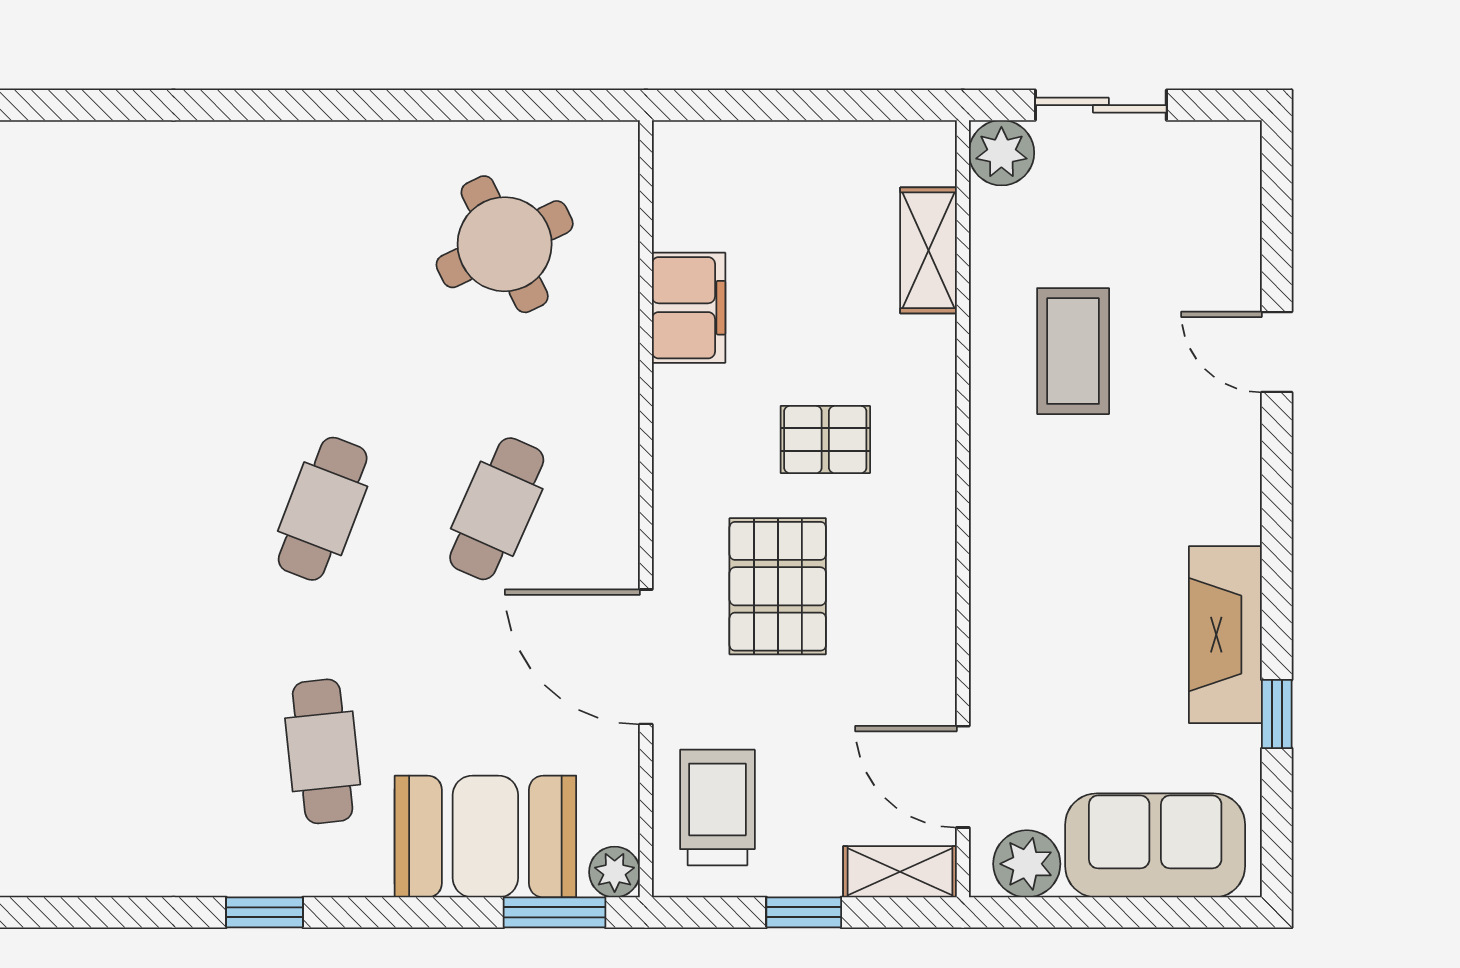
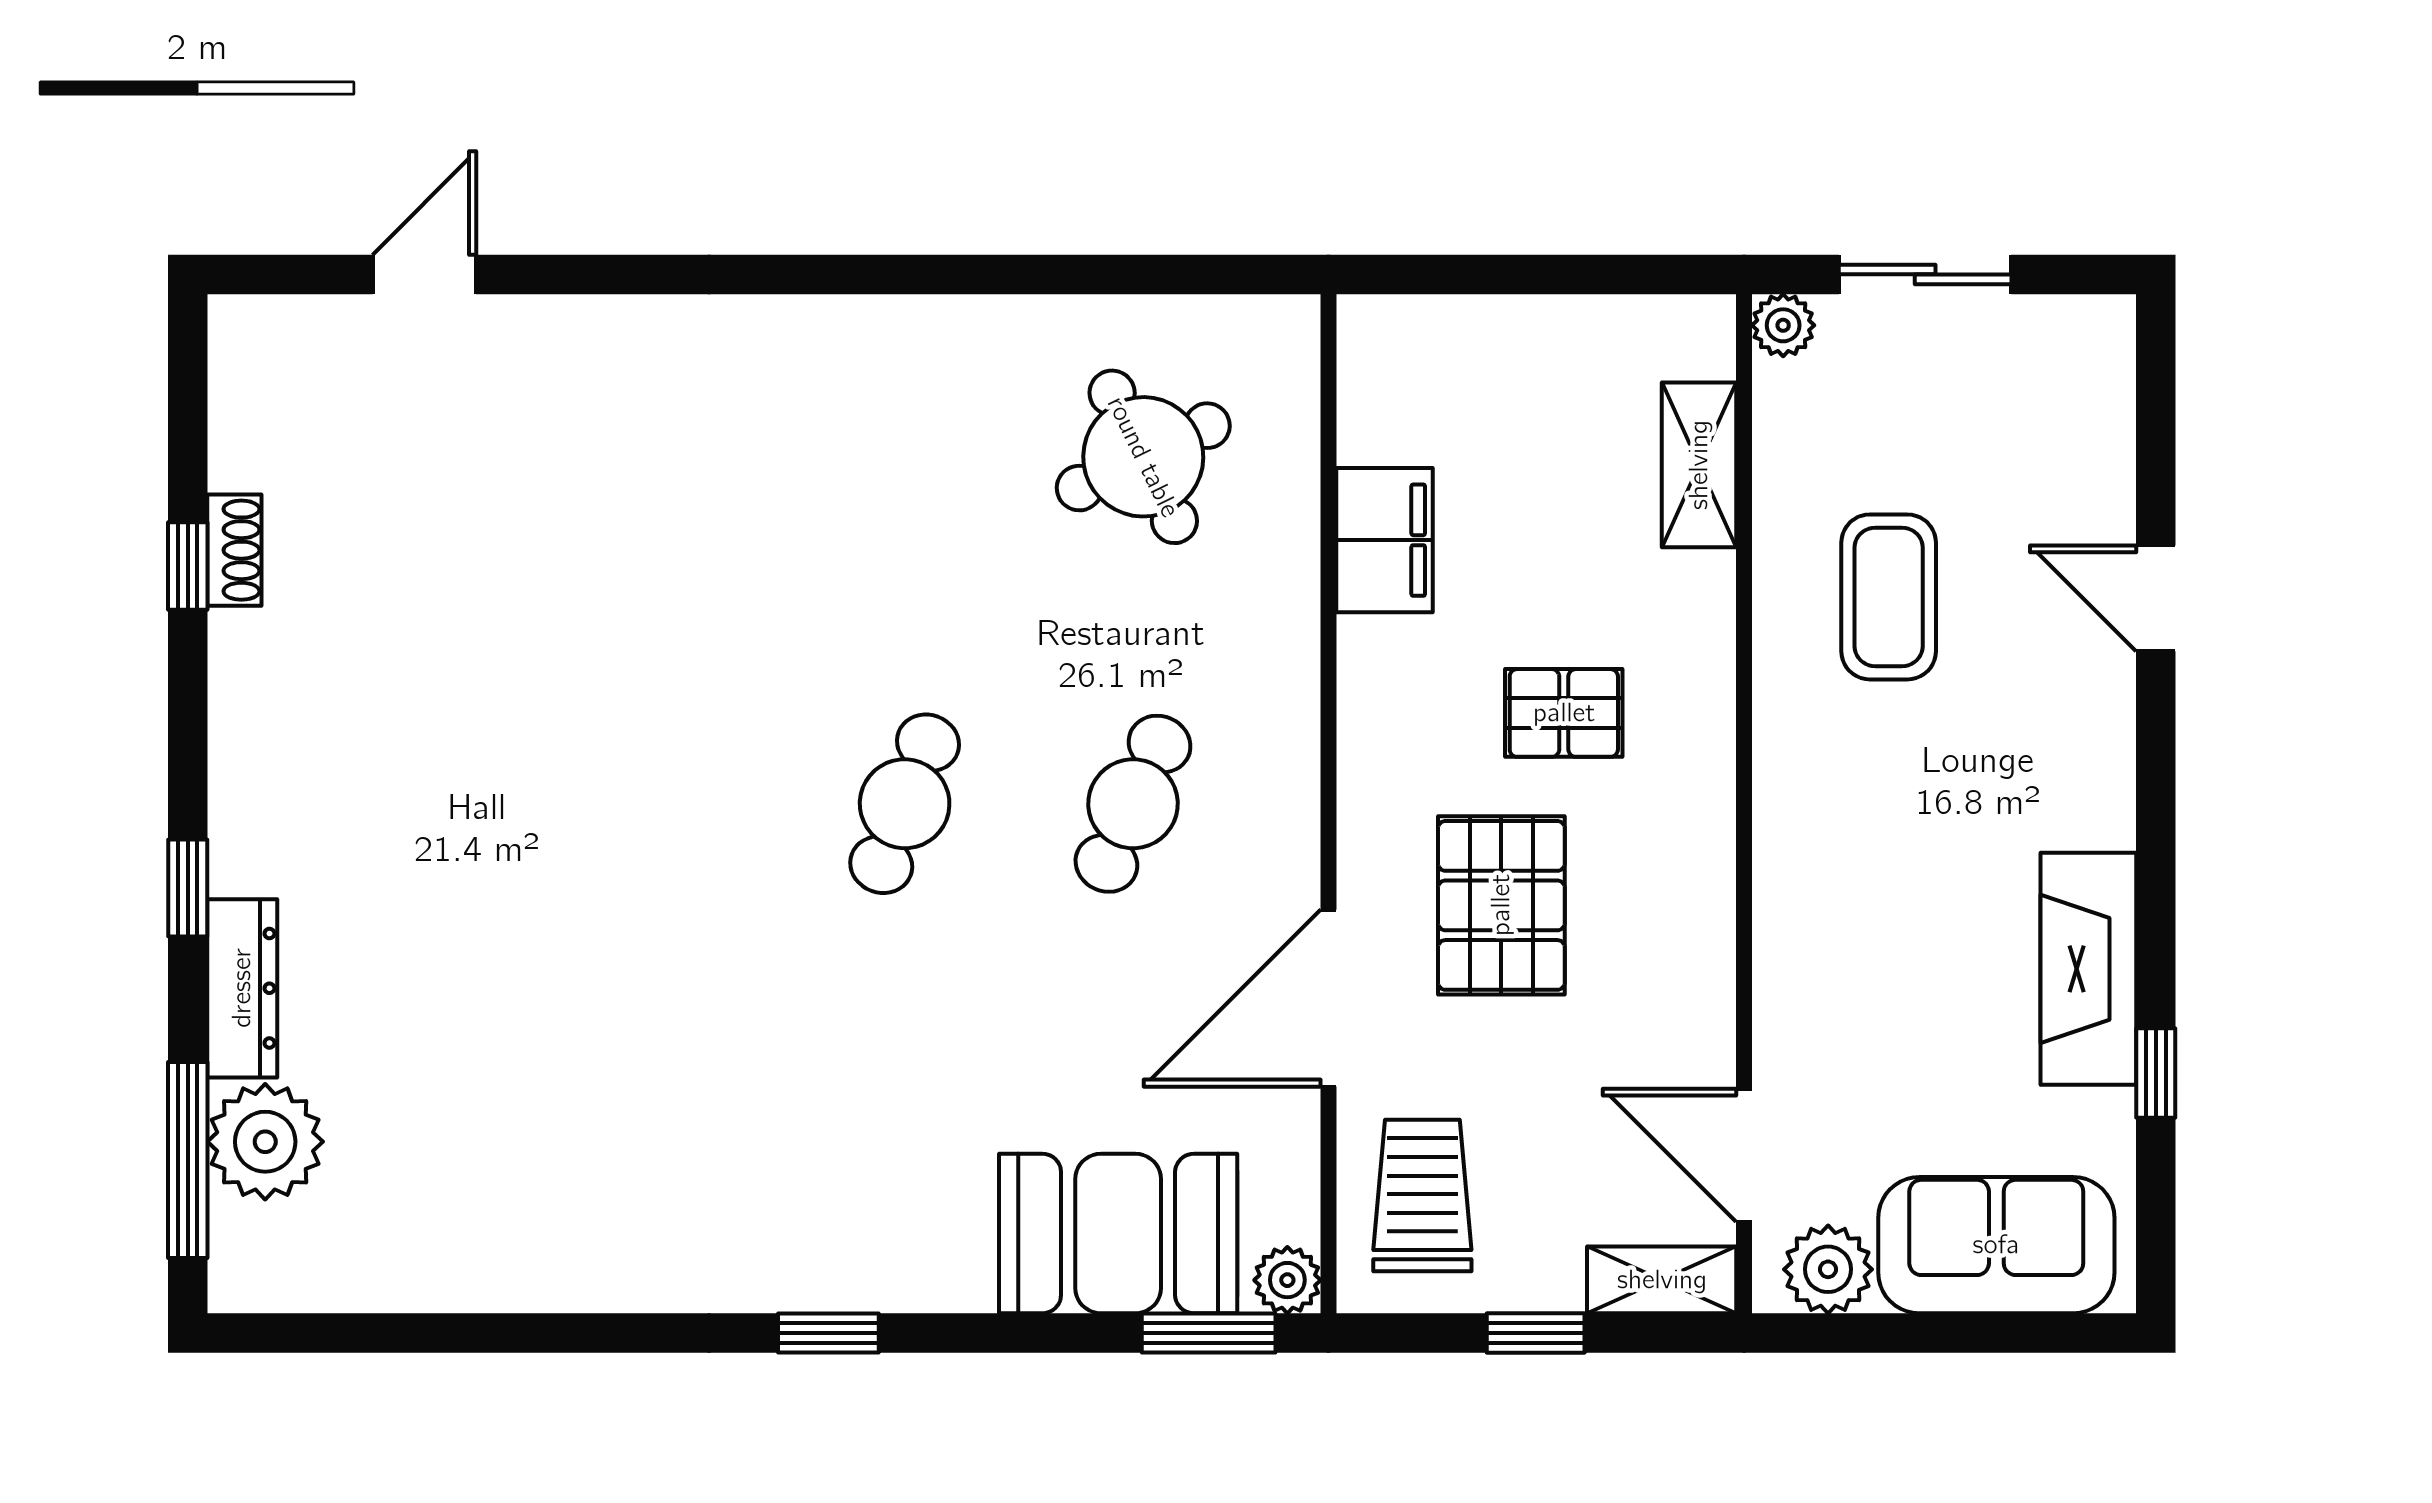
plant: (1001, 153) -> (1783, 325), width x0.73, depth x0.73
door: (646, 657) -> (1329, 998), hinge flipped
cafe table: (323, 751) -> (905, 1122), removed

